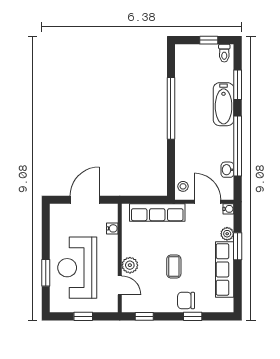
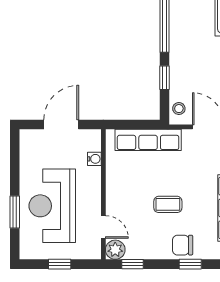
window: (171, 161) -> (164, 78), added
plant: (130, 265) -> (115, 250), moved
coffee table: (174, 267) -> (168, 204), turned 90

